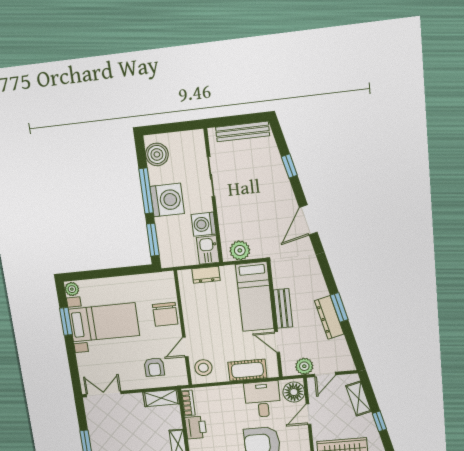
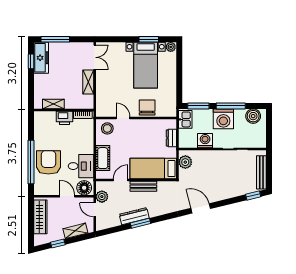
window: (289, 166) -> (253, 196), moved
kitchen sink: (208, 250) -> (185, 119), moved, turned 90
chair: (165, 314) -> (147, 107), turned 90
armchair: (154, 367) -> (111, 95), removed
shelving: (161, 398) -> (88, 82), moved

